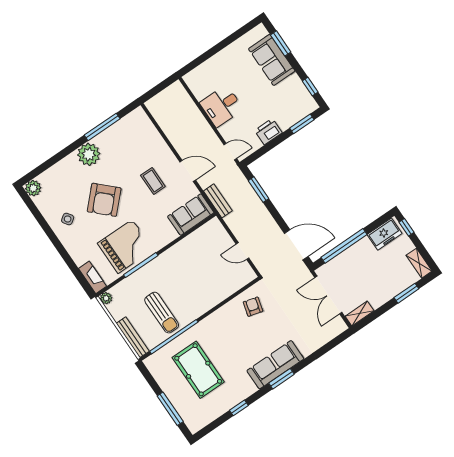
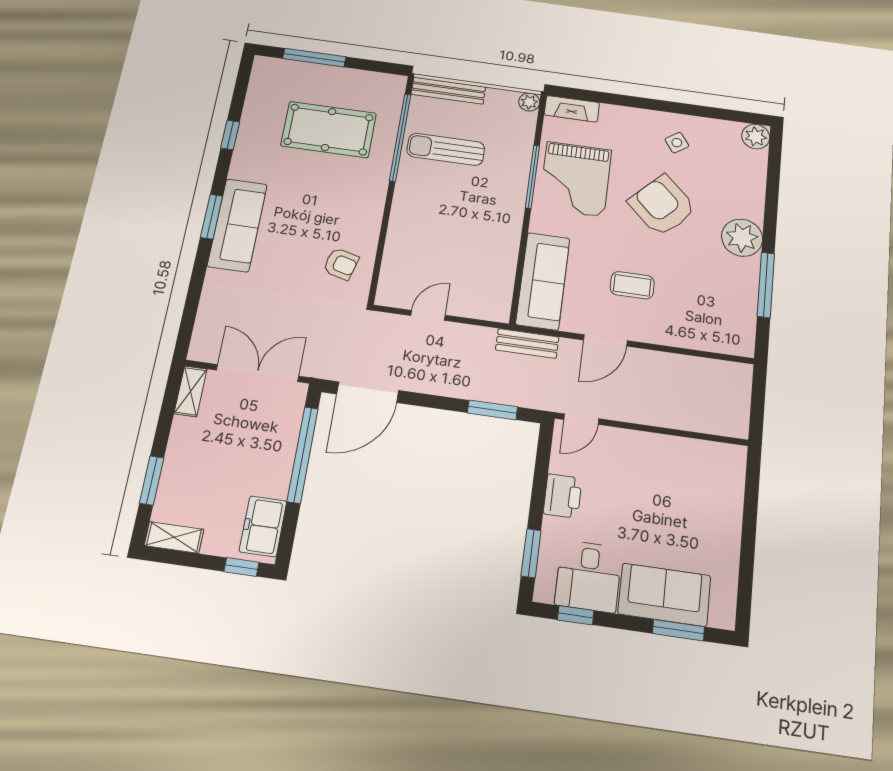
desk: (222, 106) -> (588, 576), moved, turned 180
sofa: (191, 215) -> (543, 281), width x1.36

